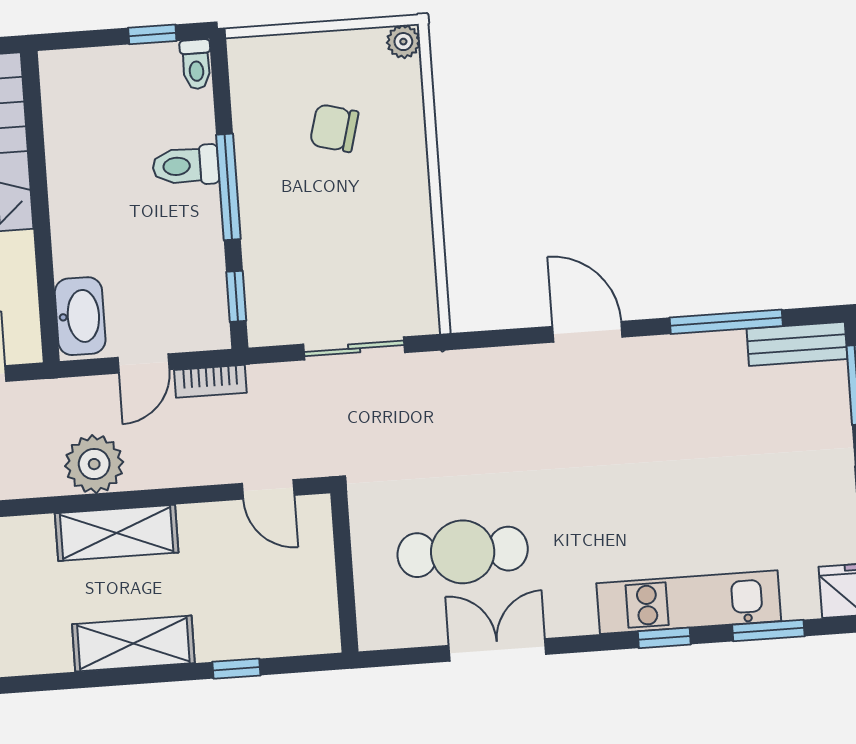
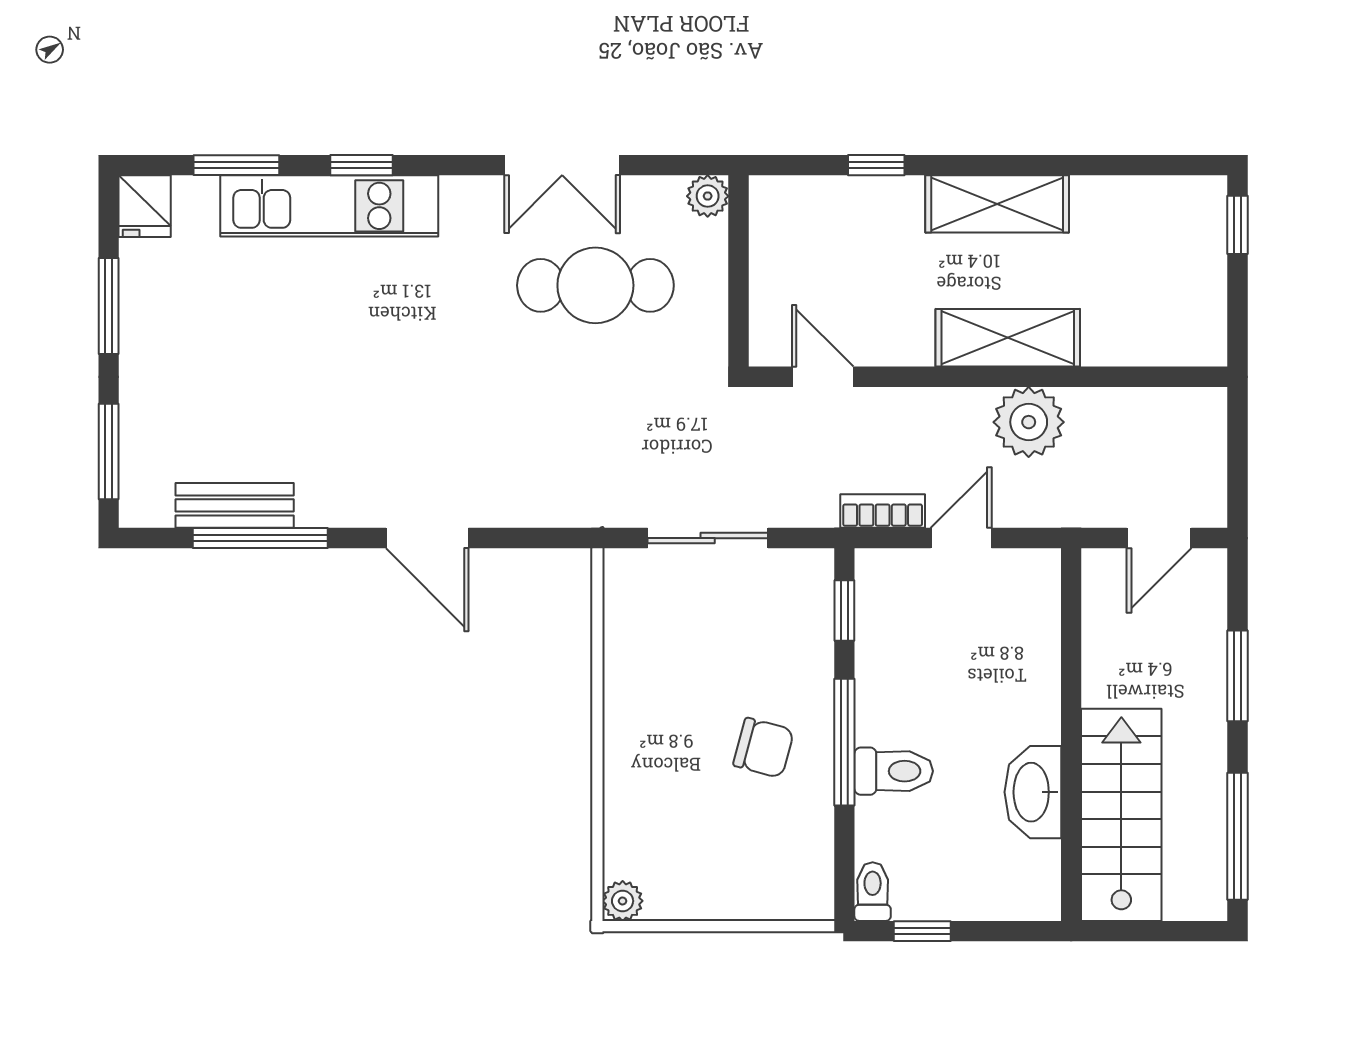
chair: (334, 128) -> (764, 748), moved
washbasin: (80, 316) -> (1033, 792), moved
bench: (797, 344) -> (235, 505), moved
plant: (375, 633) -> (708, 196), added

